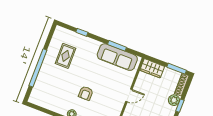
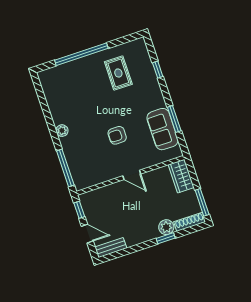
rug: (66, 56) -> (118, 73), turned 90
sofa: (117, 57) -> (162, 129), width x0.73
armchair: (86, 93) -> (117, 135), moved

